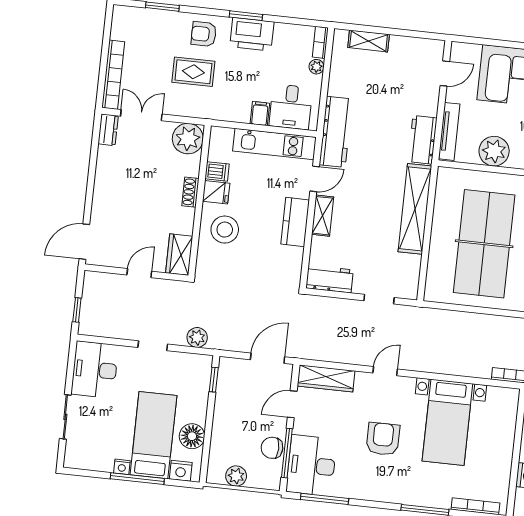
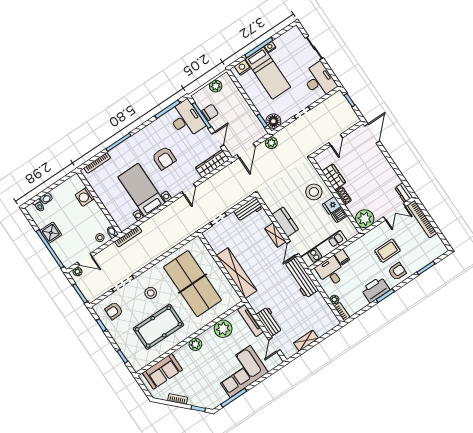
shelving: (369, 41) -> (306, 341), moved
workbench: (422, 140) -> (269, 322), moved
wardrobe: (179, 255) -> (334, 177), moved
plant: (197, 337) -> (271, 143), moved
floor lamp: (192, 436) -> (273, 121), moved

